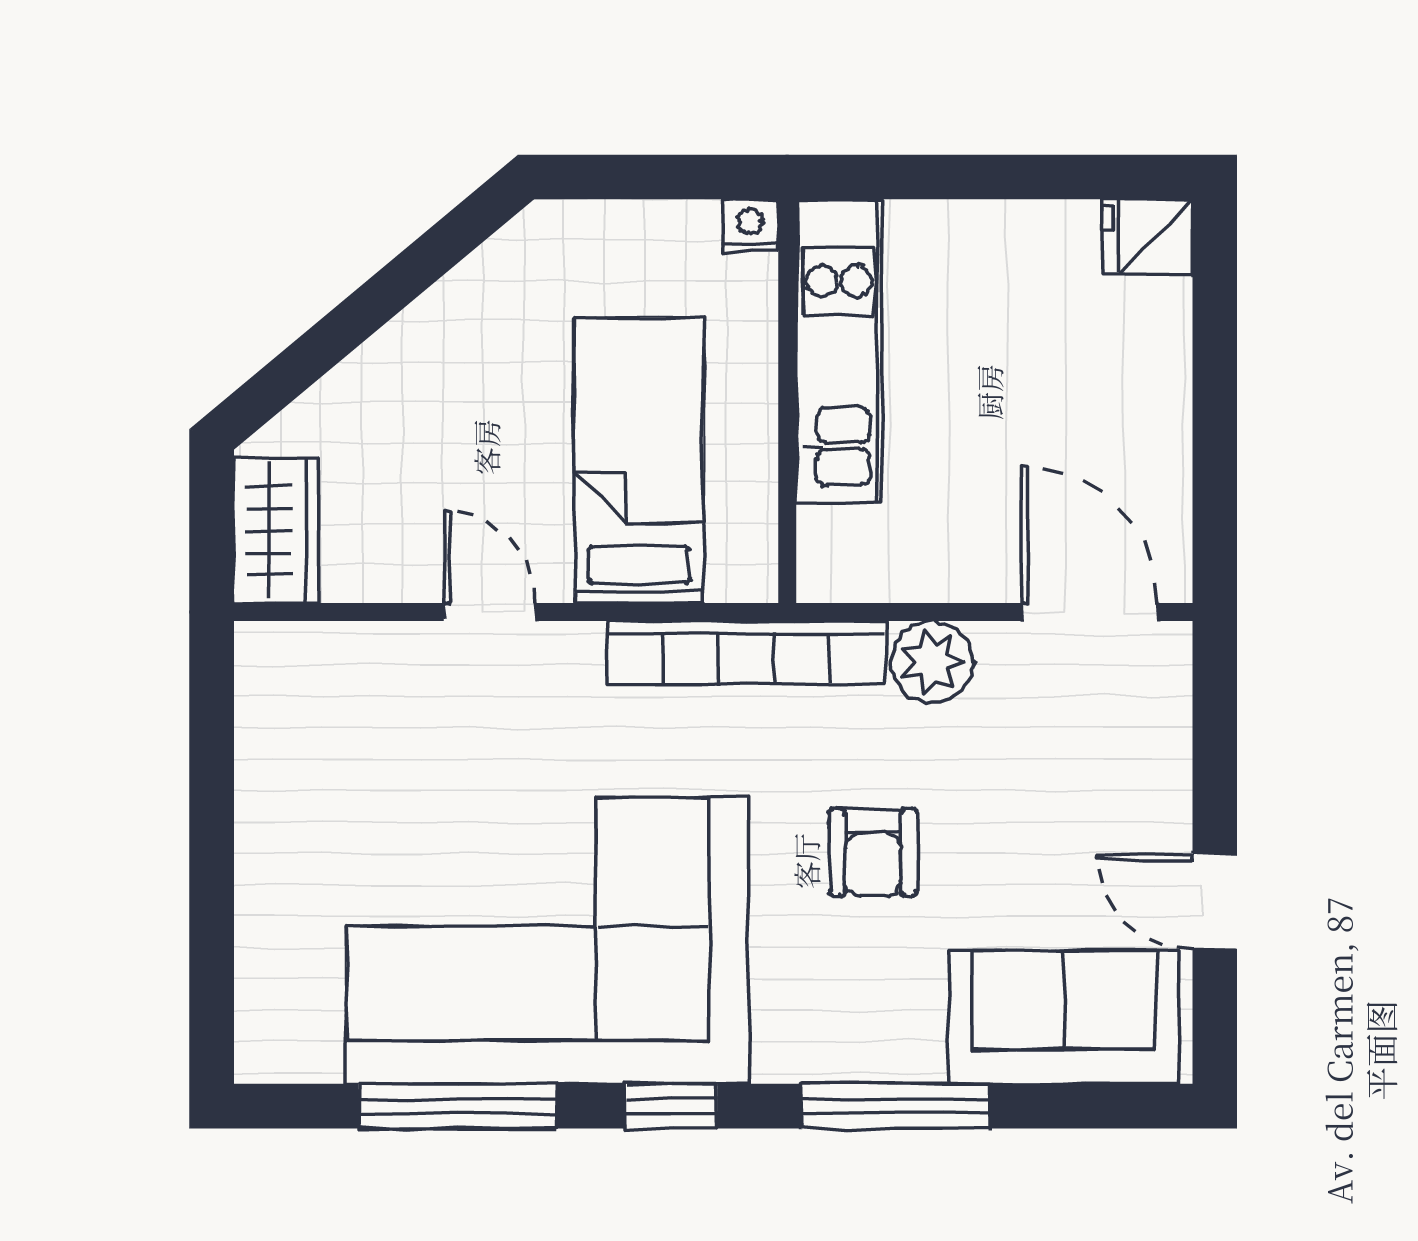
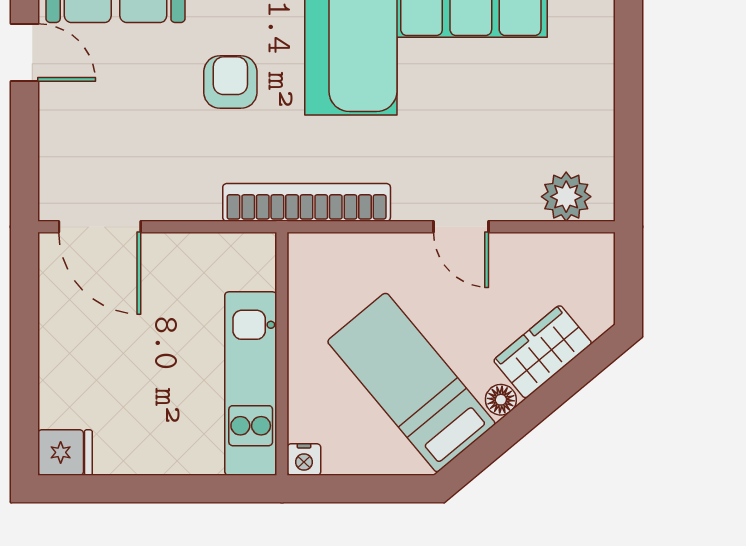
floor lamp: (424, 325) -> (501, 400), added
bed: (639, 460) -> (411, 382), moved, turned 140
wardrobe: (276, 530) -> (543, 352), moved, turned 50
plant: (932, 662) -> (566, 197), moved

